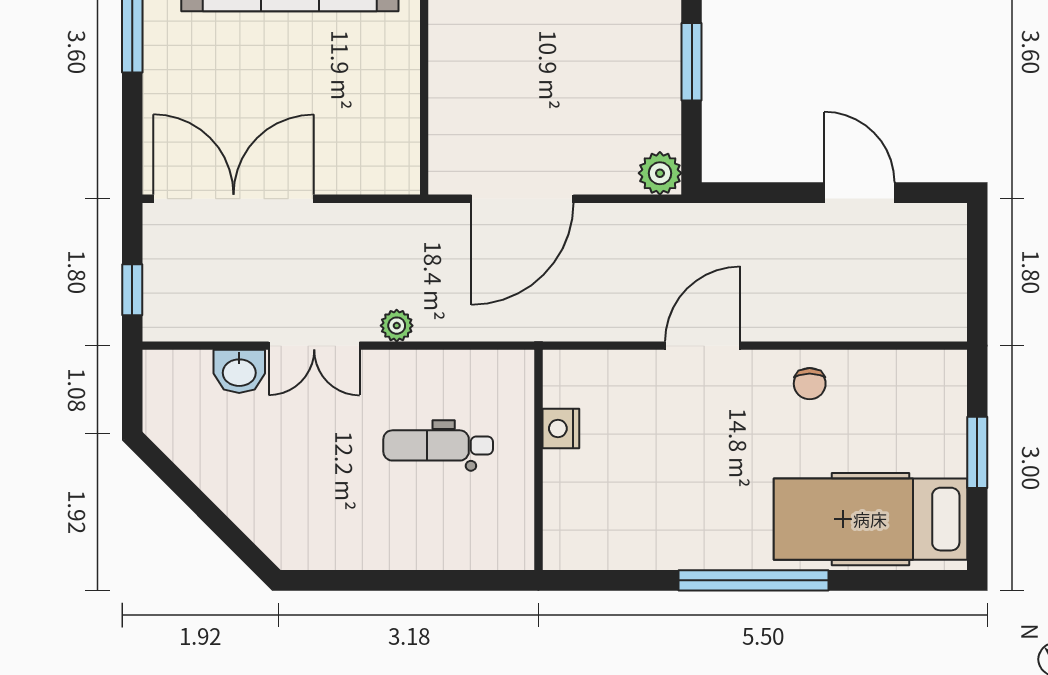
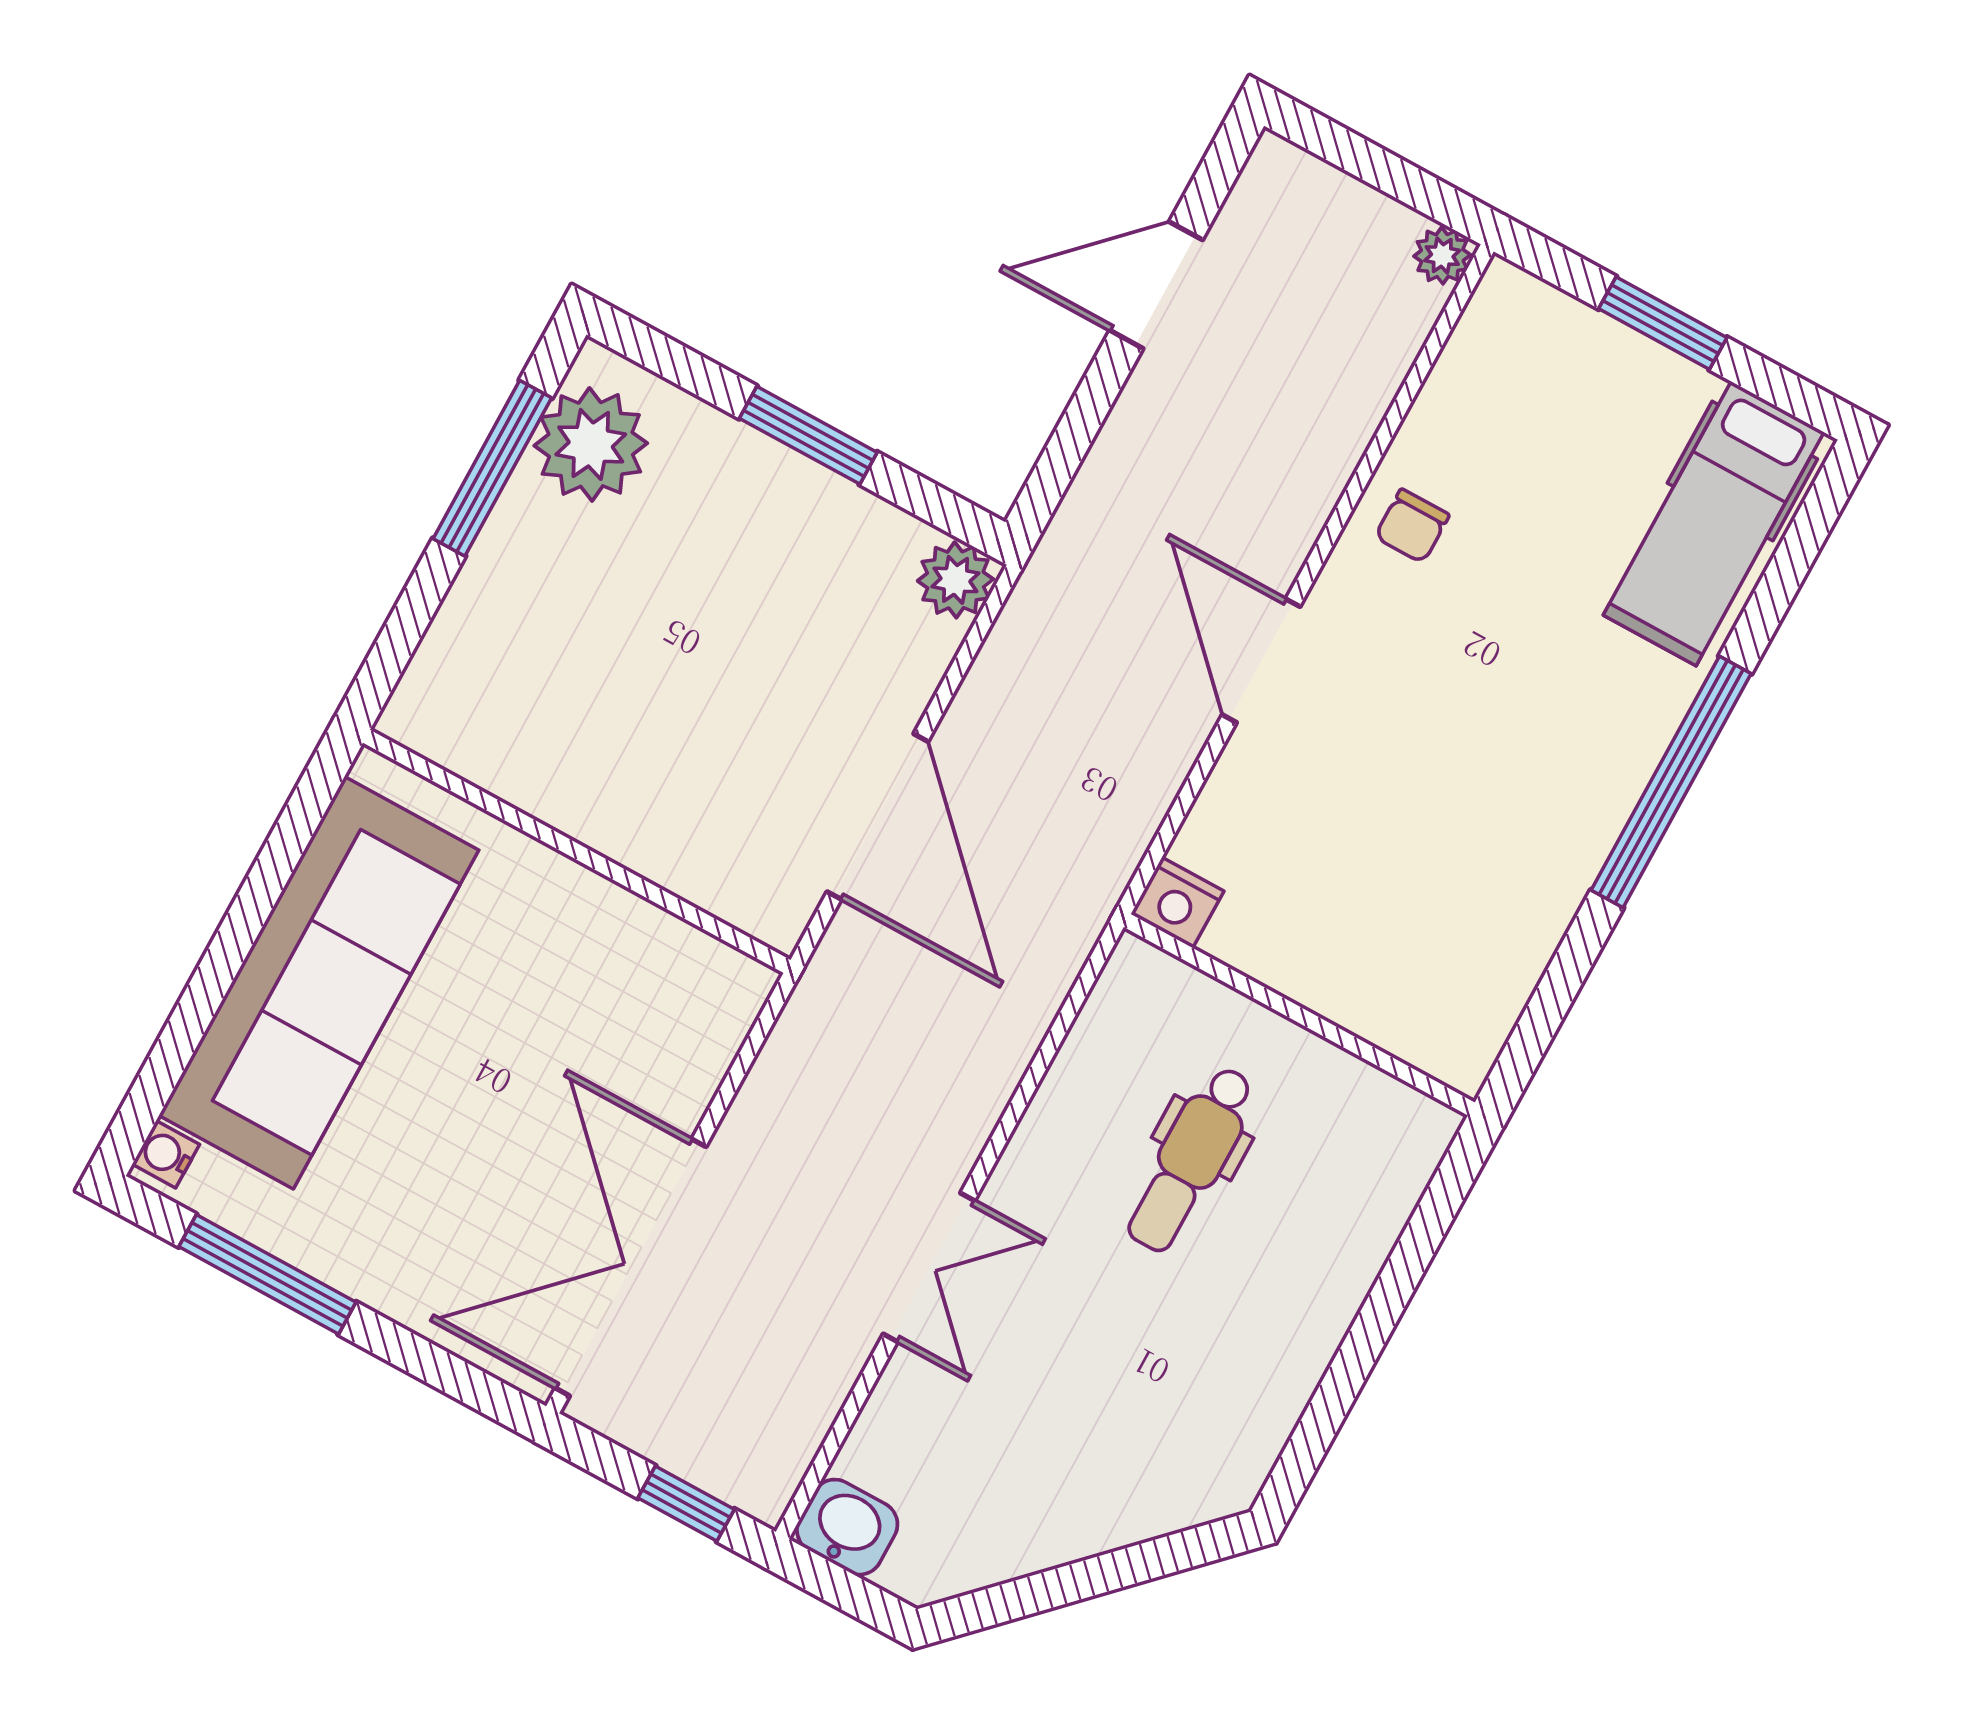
plant: (397, 326) -> (1442, 256), moved
washbasin: (239, 371) -> (847, 1527), moved, turned -90
chair: (810, 384) -> (1412, 526), turned 90
nightstand: (561, 428) -> (1177, 903), moved
hospital bed: (870, 519) -> (1714, 524), width x0.73, depth x0.78

